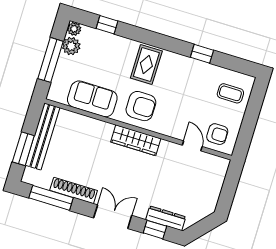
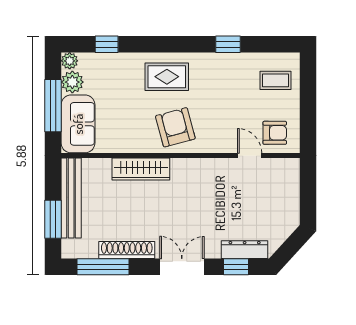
rug: (146, 65) -> (167, 77), turned 90
sofa: (92, 99) -> (78, 124), moved, turned 90
armchair: (141, 106) -> (175, 127), turned -105
wardrobe: (136, 140) -> (141, 169), moved

